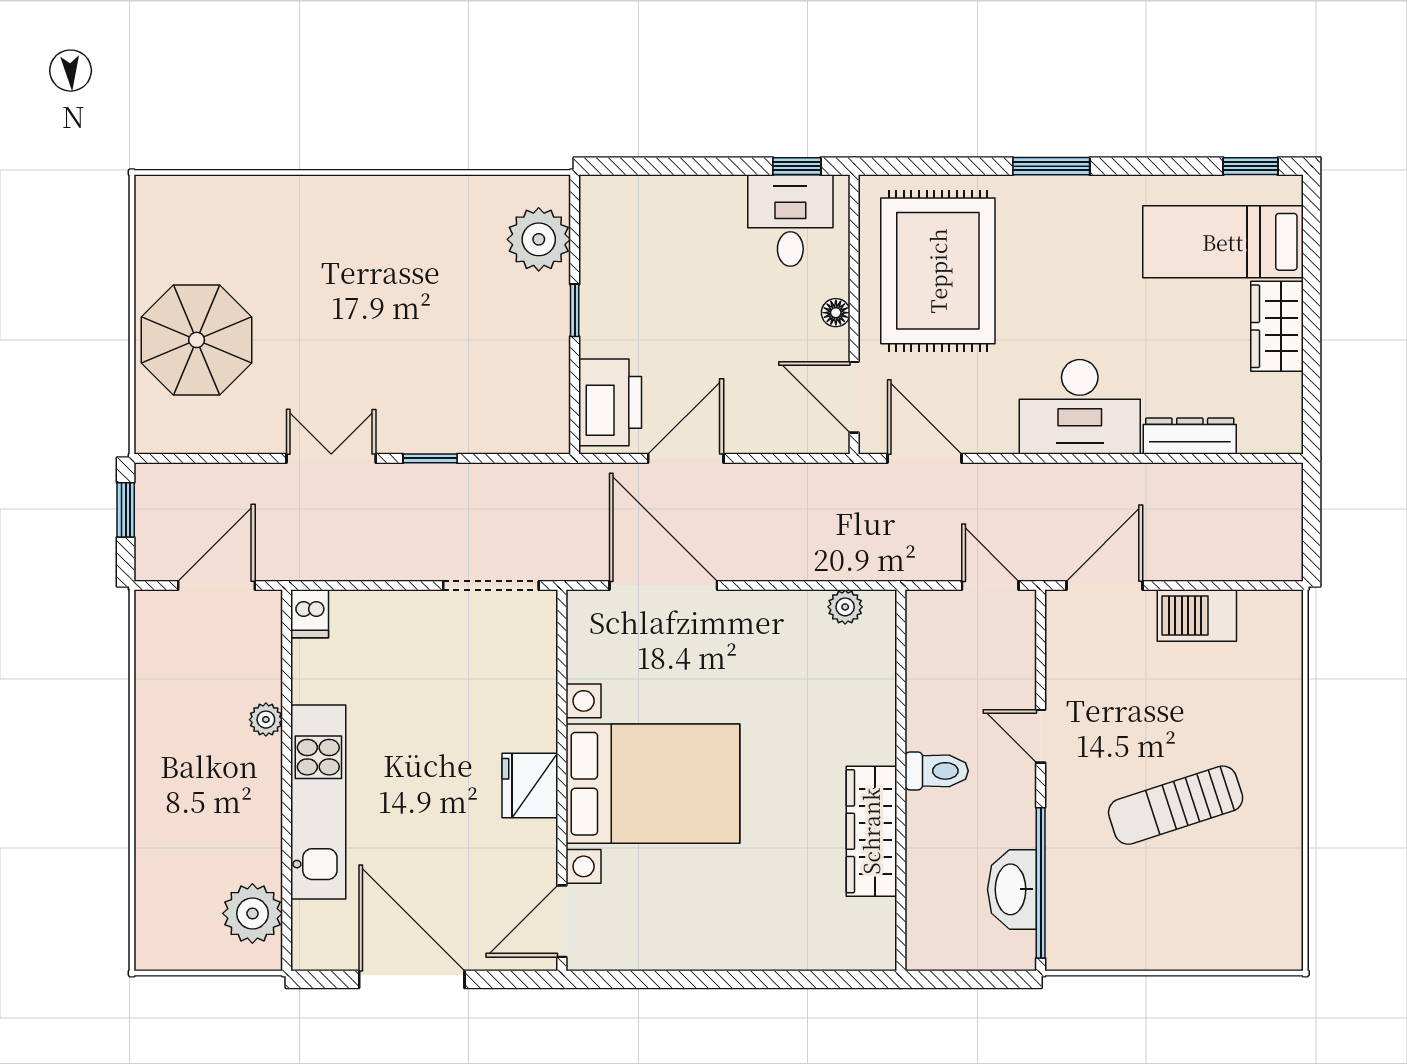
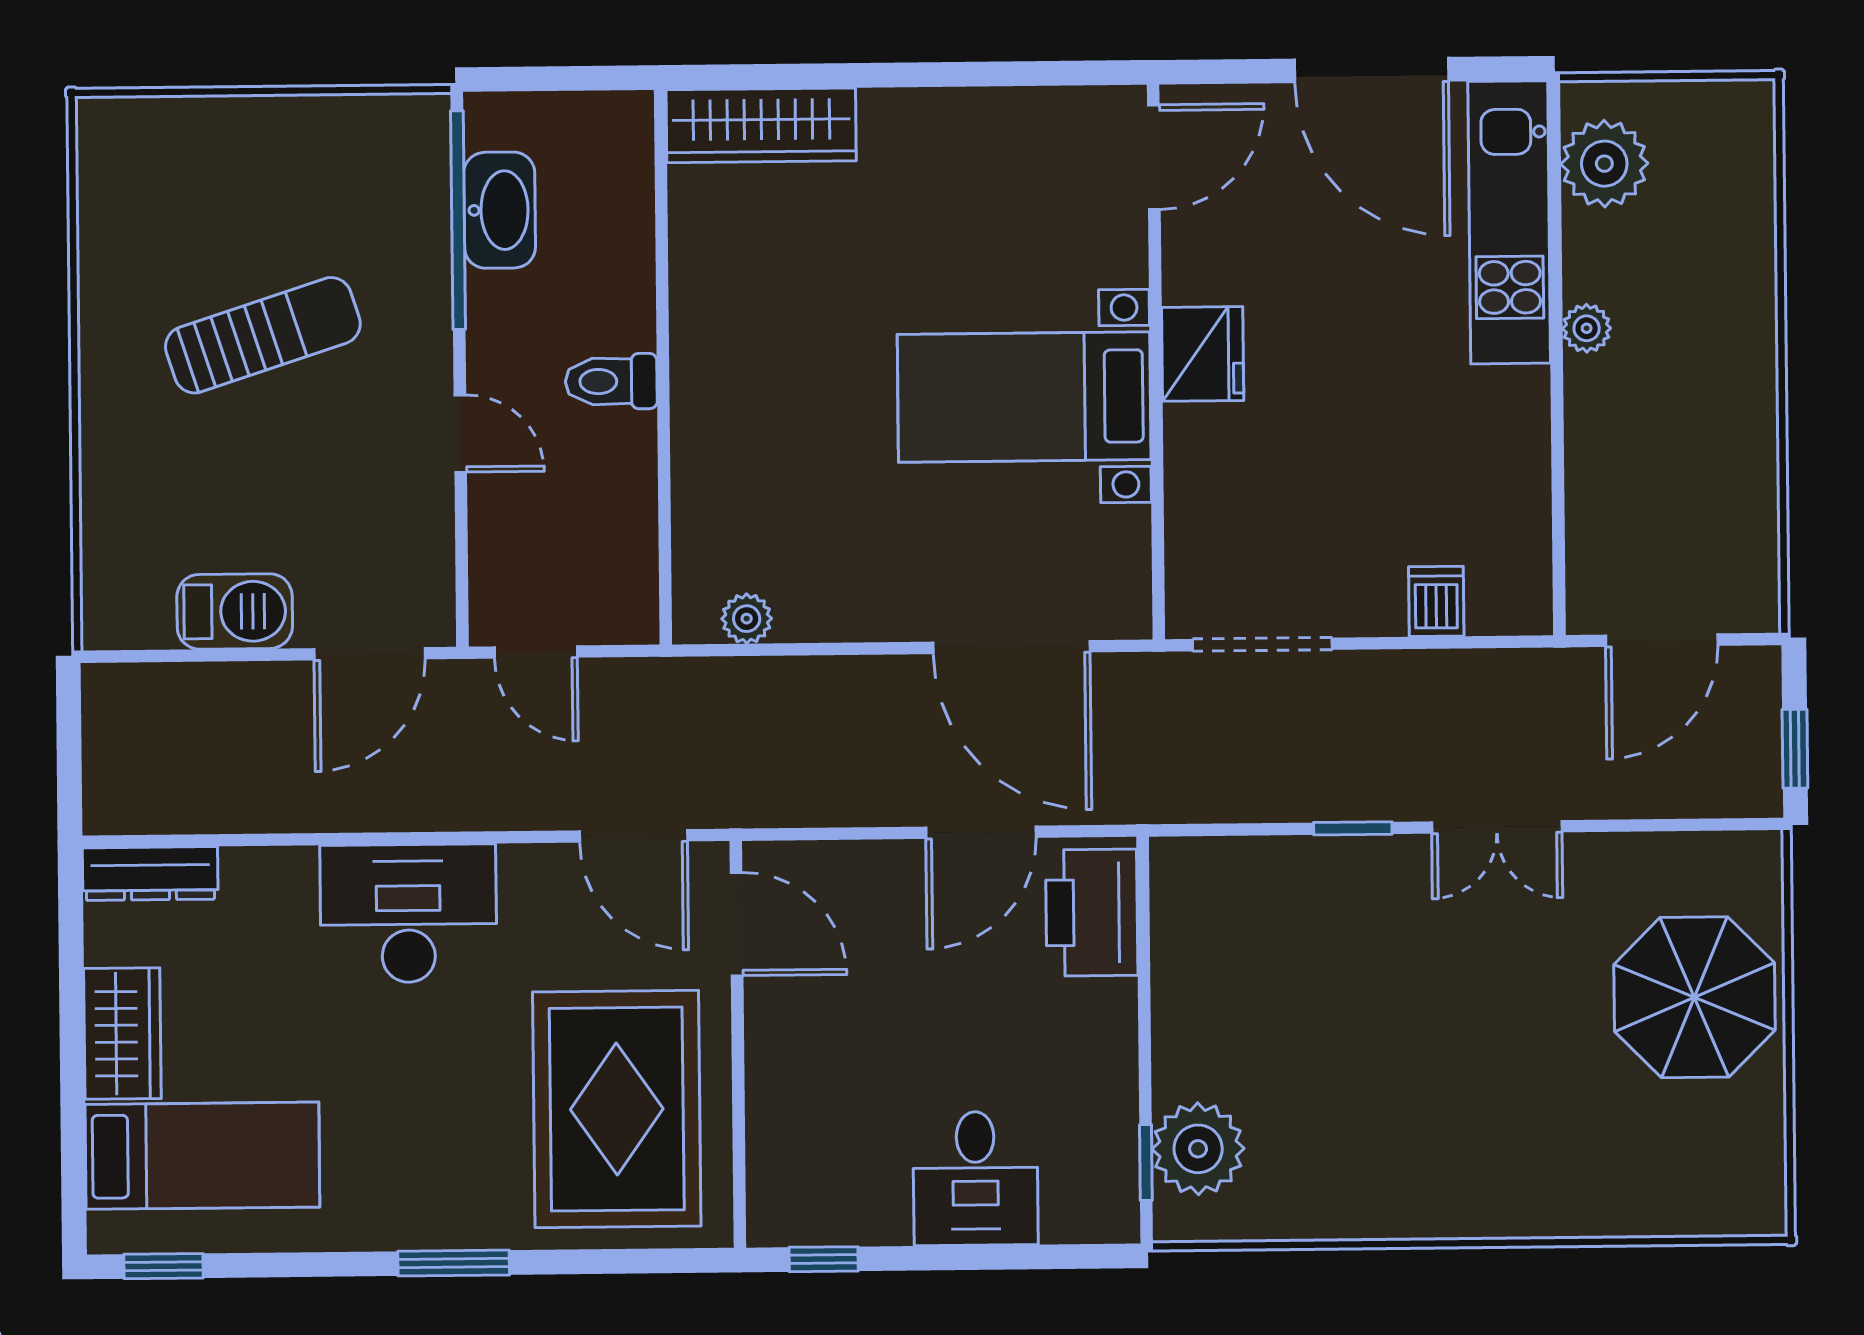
desk: (790, 221) -> (975, 1178), moved
window: (575, 310) -> (1146, 1163), moved
floor lamp: (836, 313) -> (765, 1047), removed
dresser: (1190, 436) -> (150, 874), moved
dishwasher: (310, 614) -> (1436, 601), moved
plant: (266, 720) -> (1587, 328), moved
bed with nightstands: (653, 784) -> (1024, 397), width x0.73
kitchen unit: (318, 802) -> (1509, 222), moved
wardrobe: (871, 831) -> (761, 125), moved, turned 90

